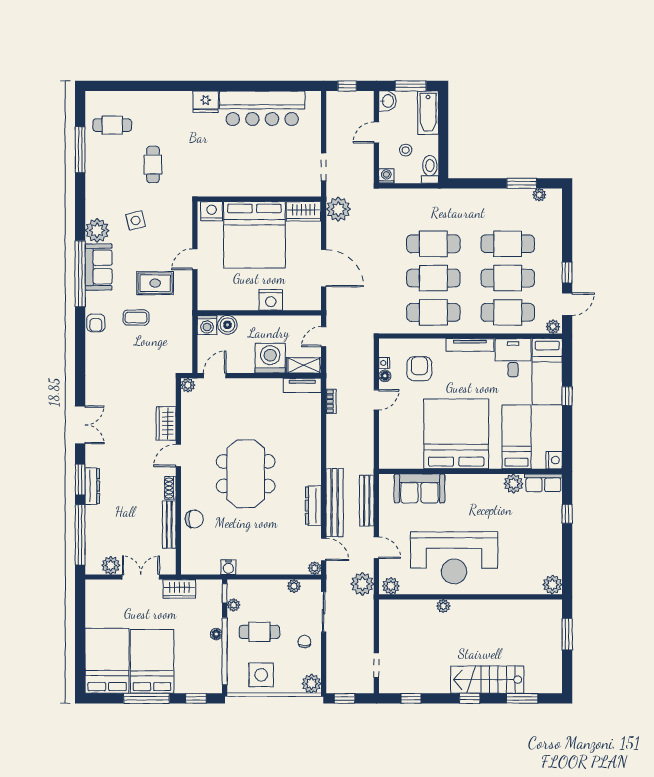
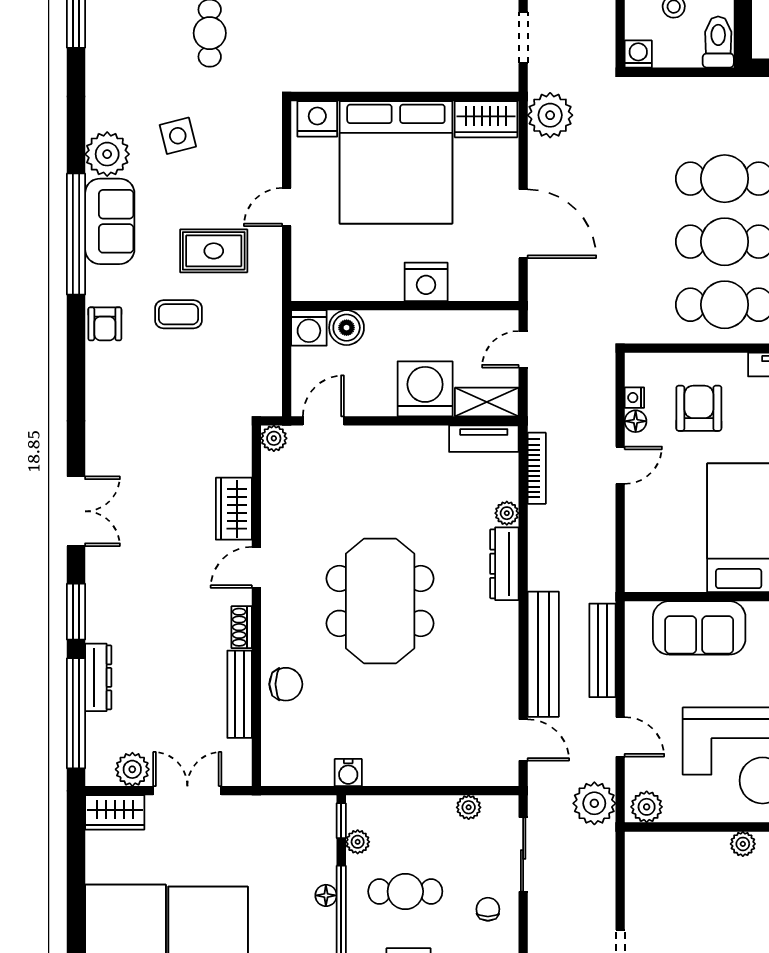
bookcase: (331, 401) -> (537, 468), width x1.56
dresser: (92, 486) -> (98, 677), moved
dresser: (313, 506) -> (504, 564), moved
plant: (315, 568) -> (507, 513), moved
wardrobe: (179, 589) -> (115, 812), moved

